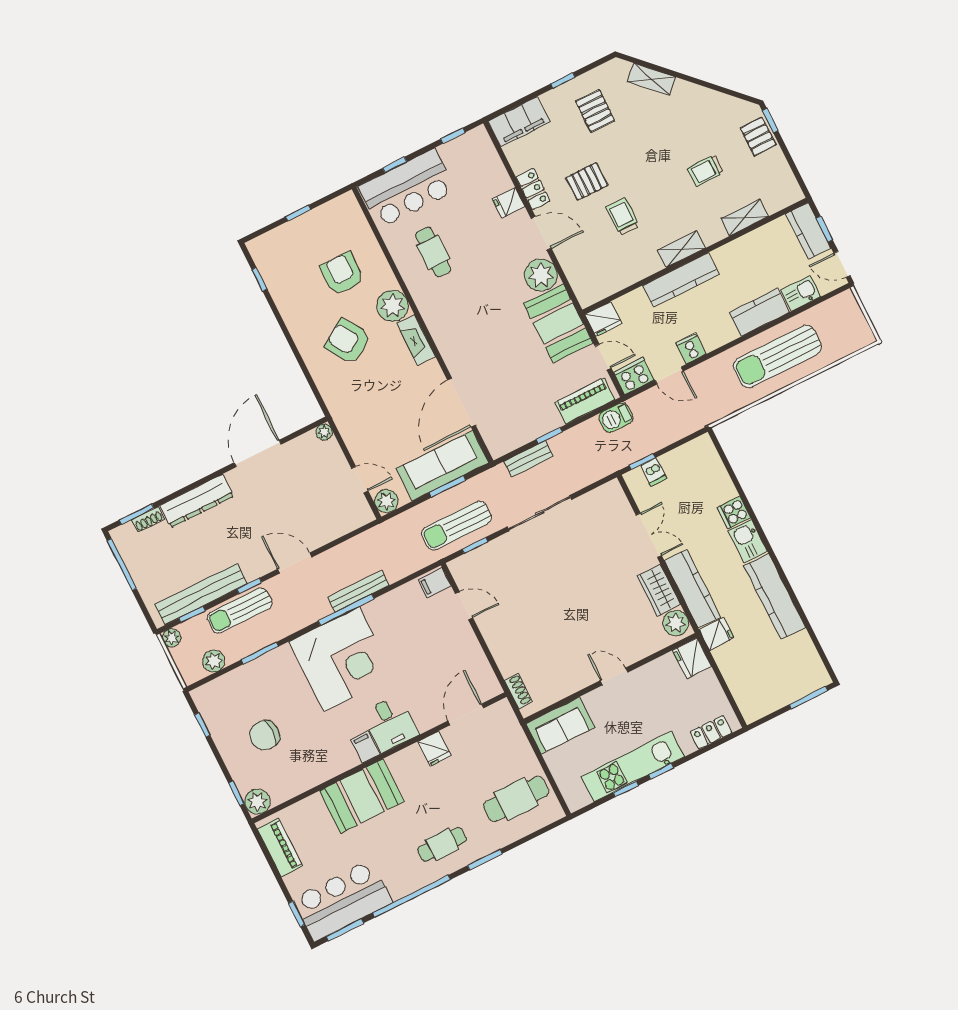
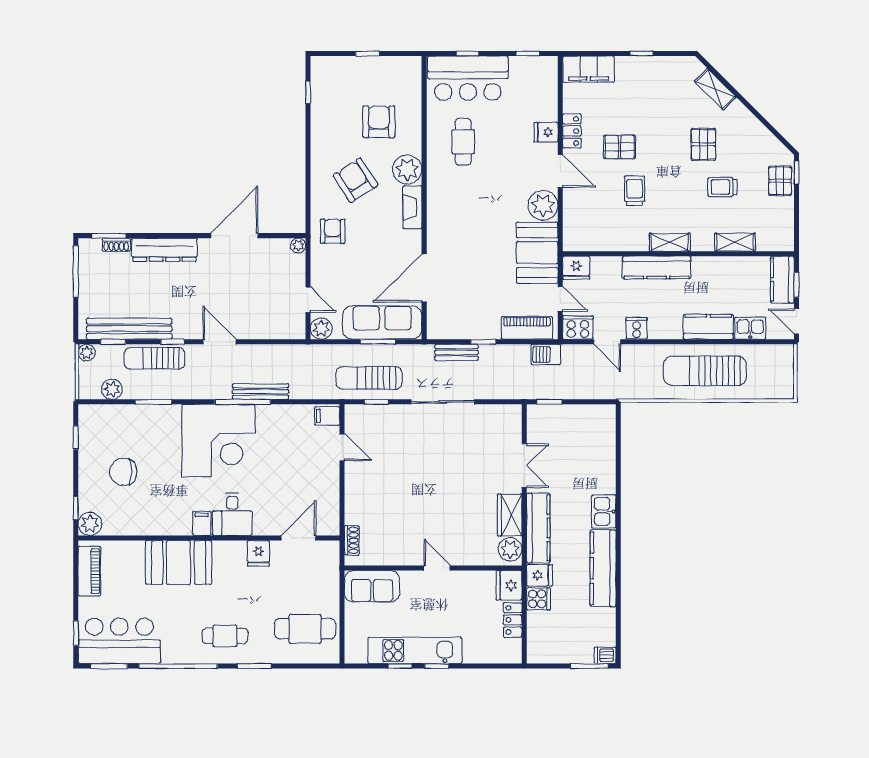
pallet: (595, 111) -> (703, 144), moved
armchair: (350, 402) -> (333, 231), added
dishwasher: (654, 472) -> (605, 655), moved, turned 90
cooker: (734, 512) -> (538, 599), moved, turned 180
locker: (711, 732) -> (513, 620), moved, turned -90

